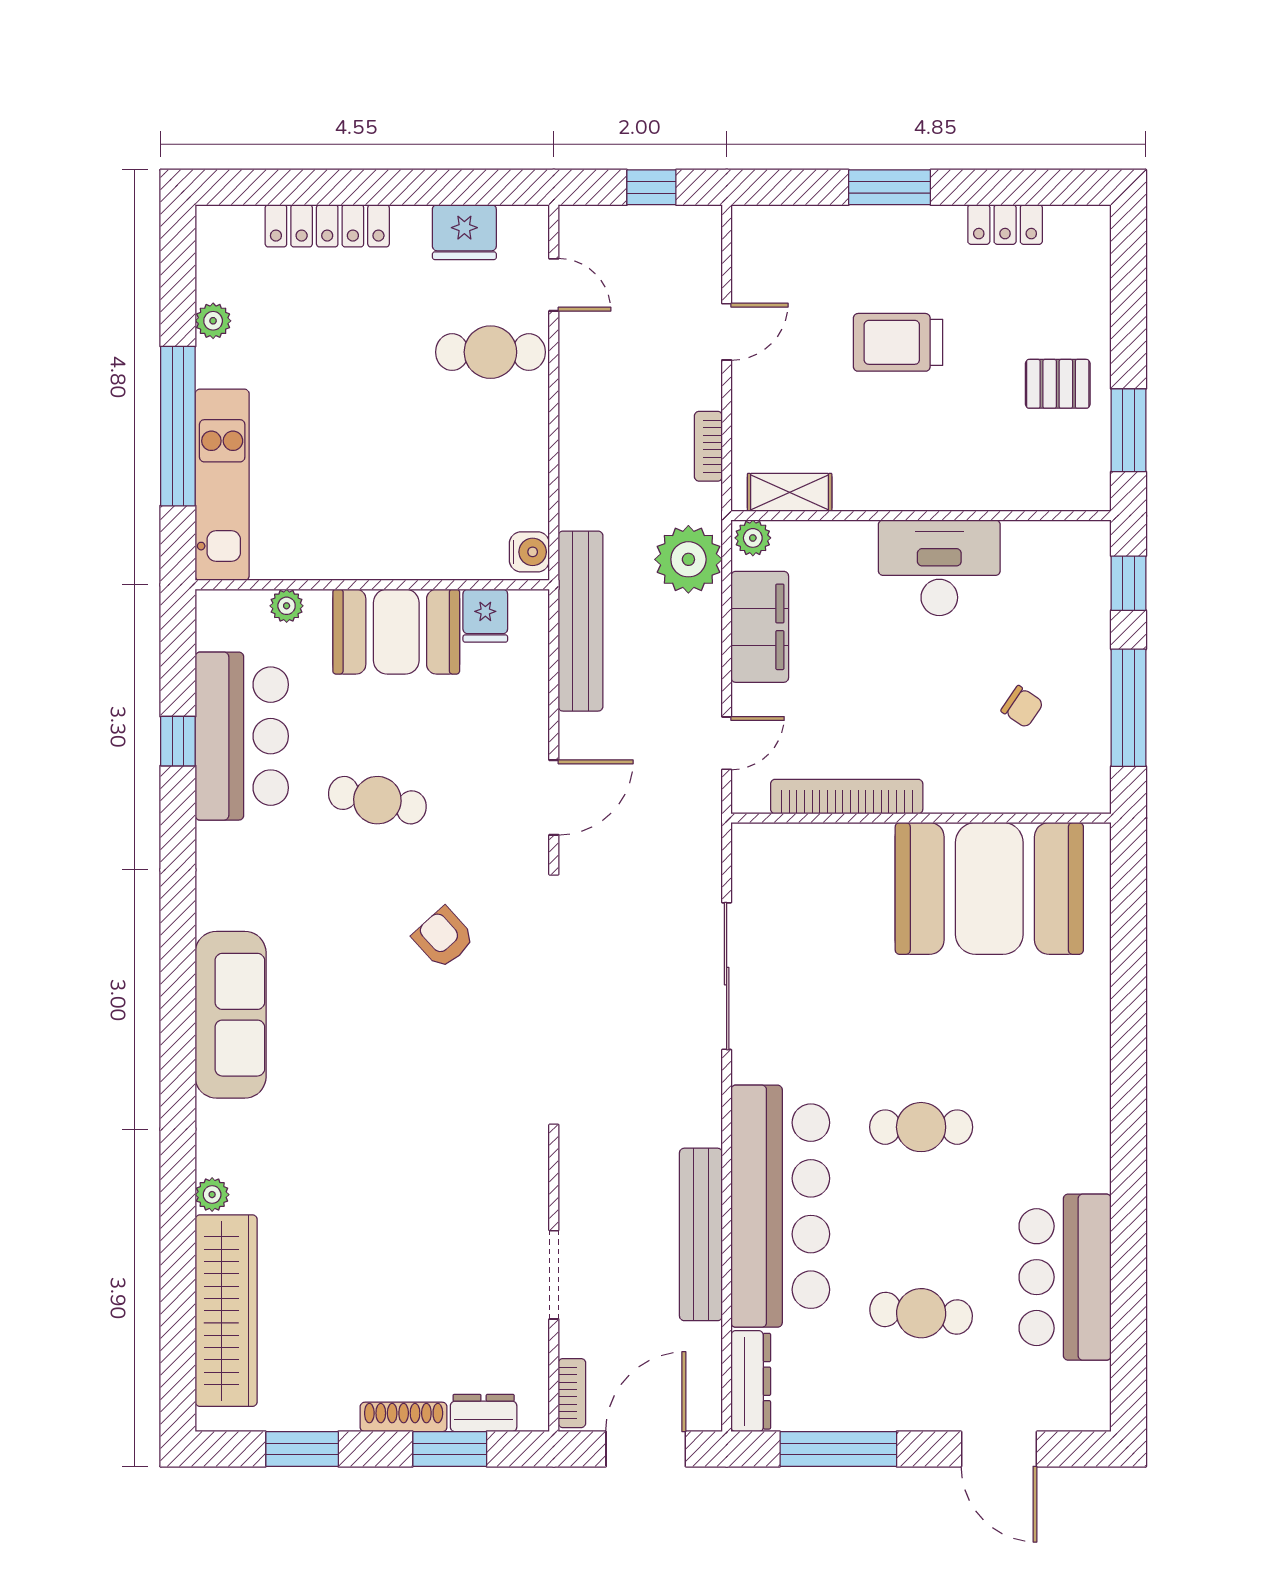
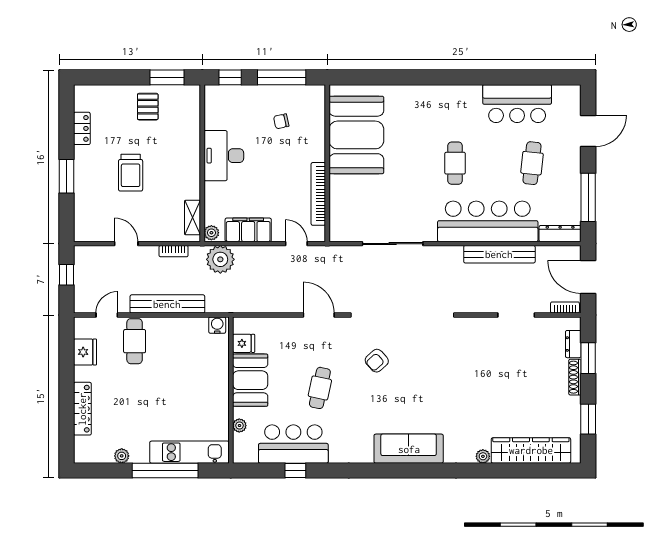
bench: (581, 621) -> (167, 304), moved
chair: (1022, 707) -> (281, 121), turned -136

